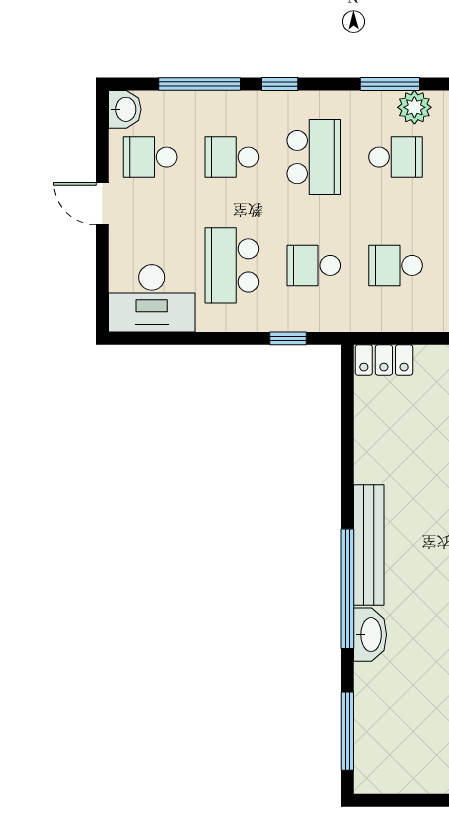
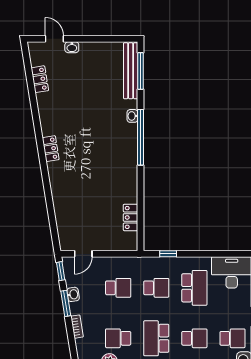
locker: (384, 360) -> (131, 217), moved, turned -90
bench: (369, 545) -> (131, 71), moved
washbasin: (370, 635) -> (132, 116), width x0.52, depth x0.69

